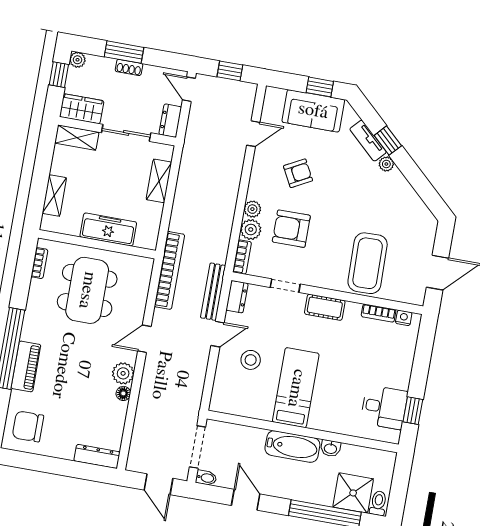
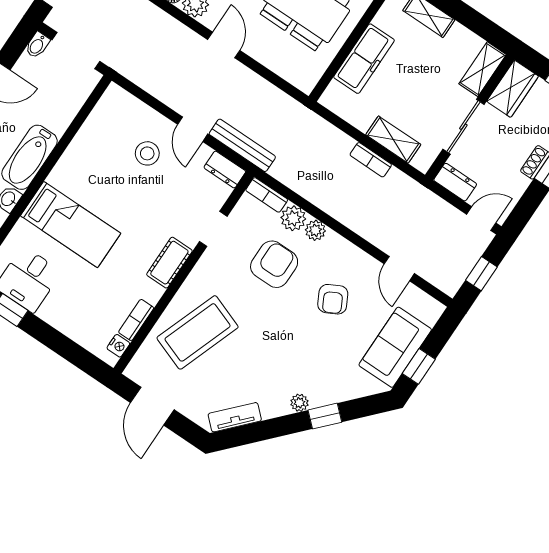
tv unit: (368, 141) -> (235, 417), moved
coffee table: (368, 263) -> (198, 332), turned -69
bookcase: (169, 270) -> (371, 160), moved, width x0.43, depth x0.76
bed: (296, 388) -> (71, 225), moved

